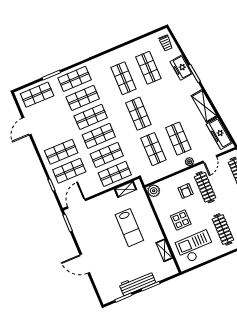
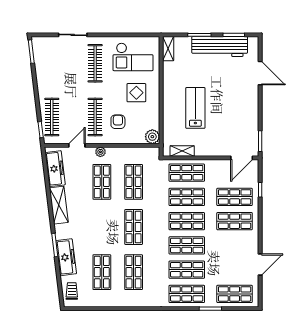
freezer: (181, 68) -> (66, 257), width x1.40
shelving: (164, 250) -> (168, 49), moved
door: (85, 264) -> (260, 73), moved
workbench: (137, 283) -> (220, 46), width x1.36, depth x1.32

